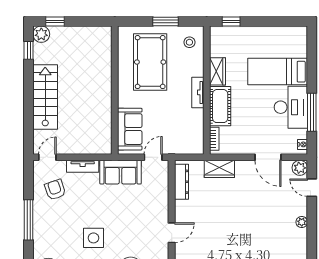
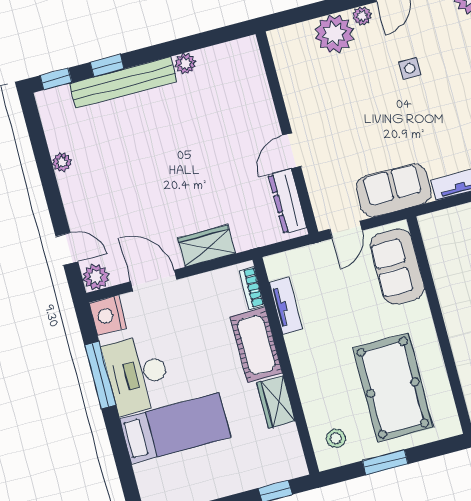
tv unit: (198, 92) -> (286, 306), moved
nightstand: (303, 144) -> (108, 316), width x1.89, depth x1.79
wardrobe: (219, 169) -> (207, 246), moved
plant: (302, 222) -> (62, 162), moved
door: (172, 233) -> (292, 151), moved
side table: (93, 238) -> (410, 68), width x0.54, depth x0.54

